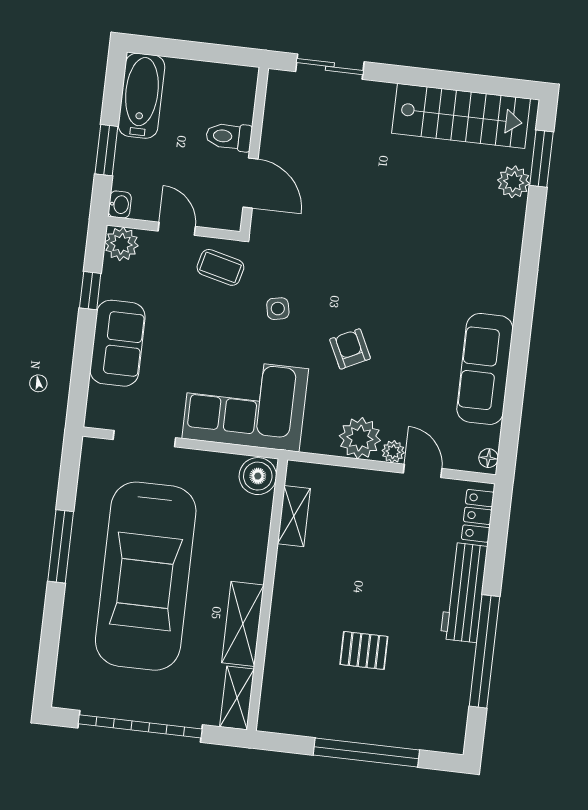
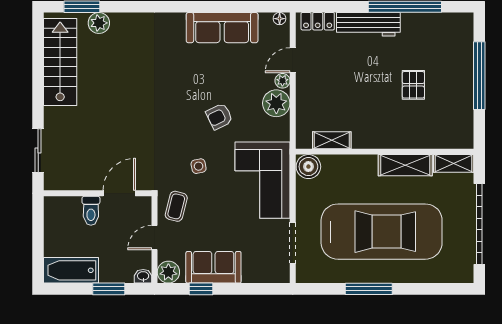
sofa: (117, 343) -> (213, 267), moved

